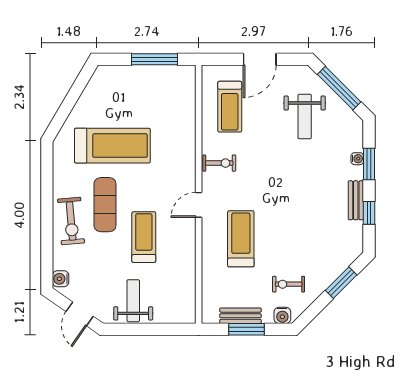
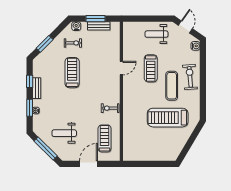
window: (155, 59) -> (145, 164), removed
weight bench: (305, 117) -> (64, 133), turned -90
door: (199, 205) -> (121, 68), moved
treadmill: (241, 239) -> (72, 73), moved, turned 180
weight bench: (133, 301) -> (156, 34), turned 90

